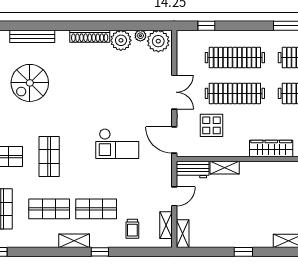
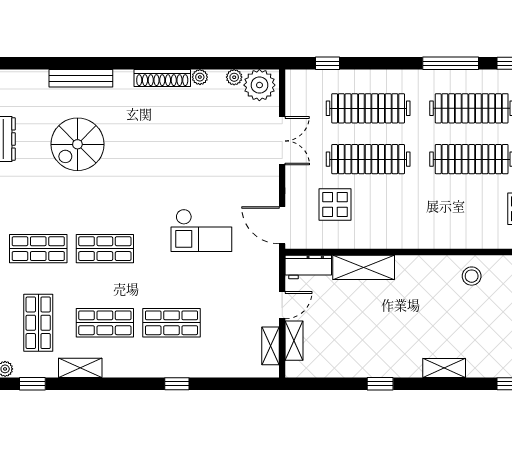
plant: (121, 40) -> (200, 77), width x0.53, depth x0.53
double door: (174, 92) -> (282, 141), moved
wardrobe: (271, 148) -> (420, 237), removed
shop shelf: (49, 157) -> (105, 249), turned 90
shelving: (225, 168) -> (364, 267), width x1.50, depth x1.33
trolley: (132, 229) -> (223, 351), removed
shelving: (183, 234) -> (294, 341), moved
shelving: (74, 241) -> (80, 368), moved

